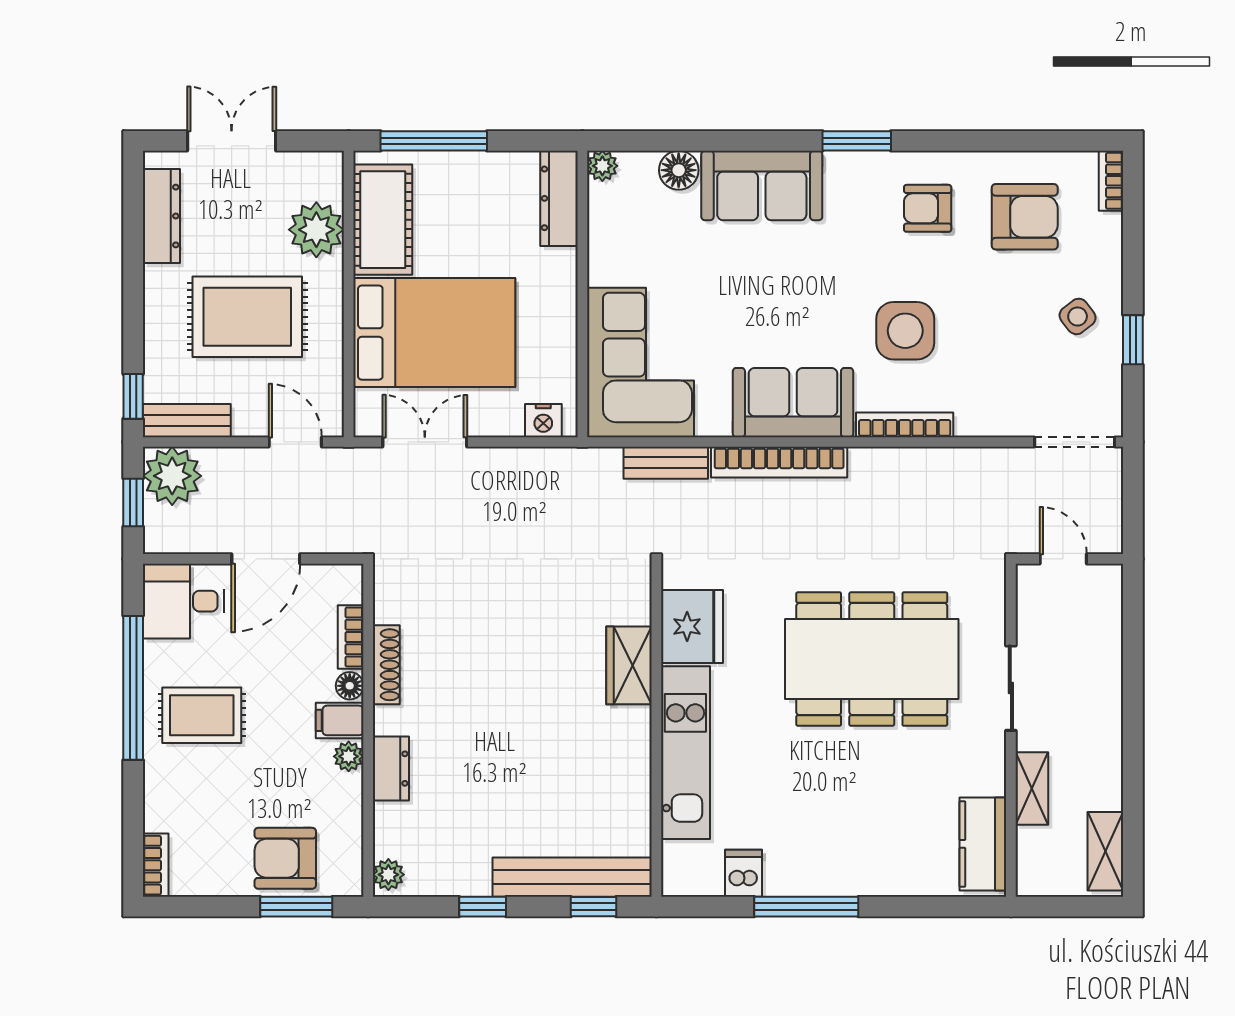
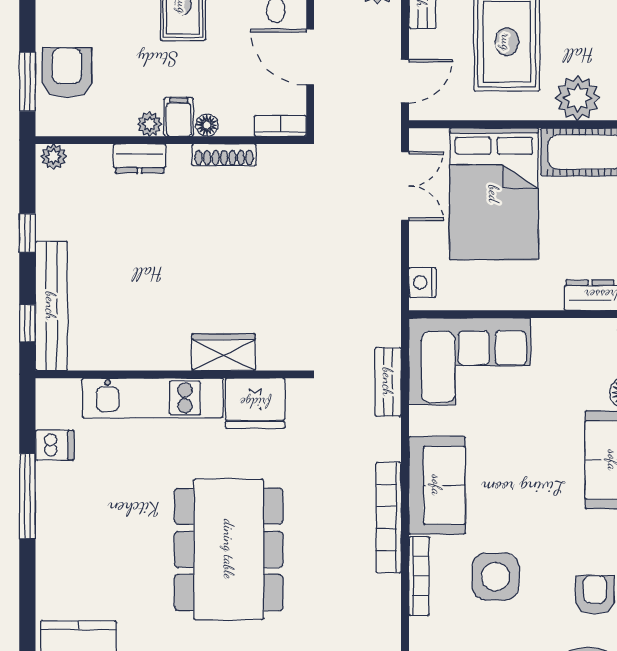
bookcase: (779, 462) -> (389, 518), moved
bookcase: (351, 637) -> (280, 126), moved

